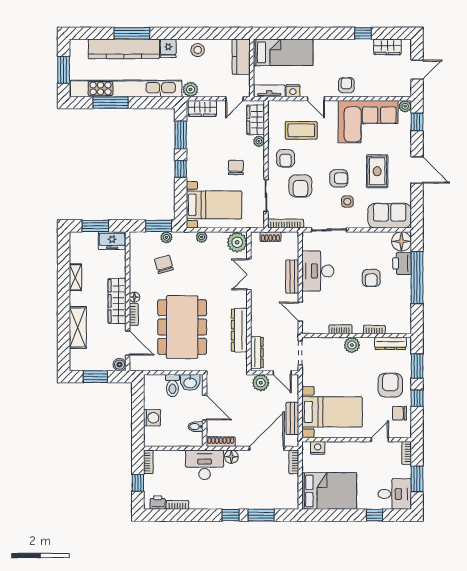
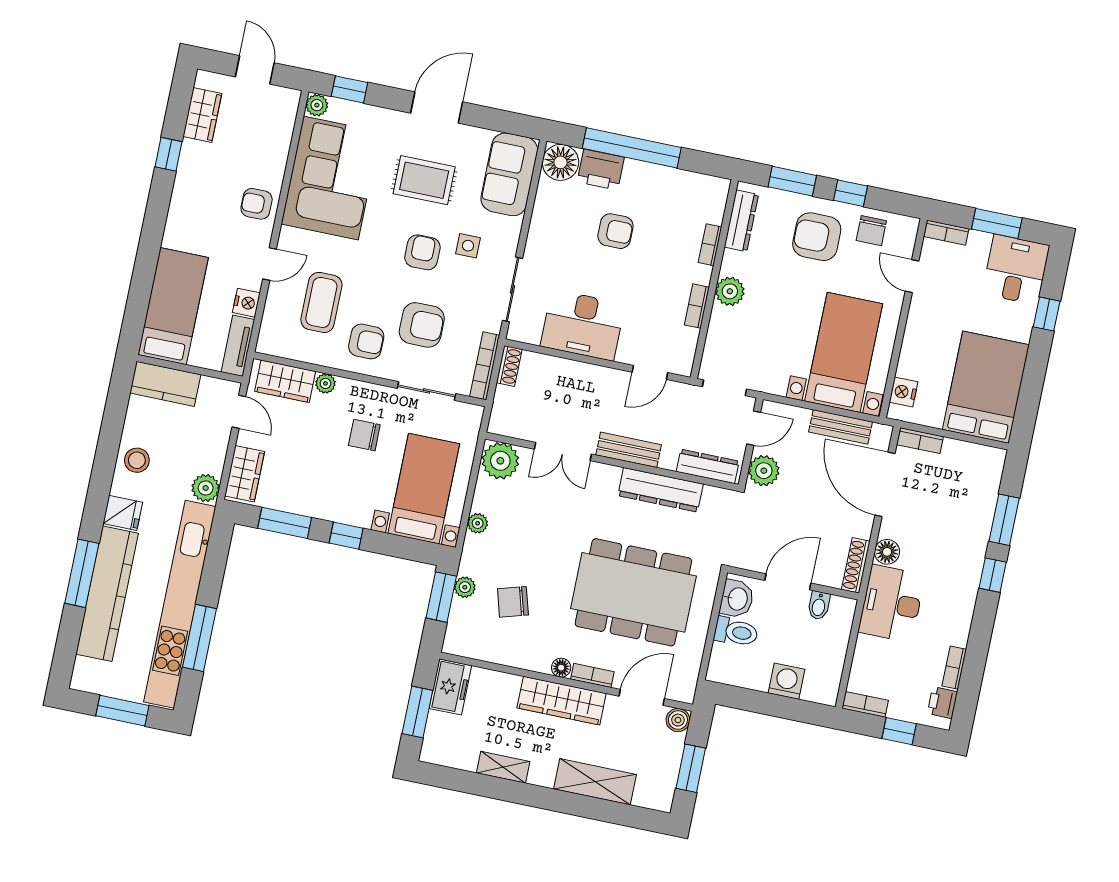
shoe rack: (270, 237) -> (509, 366), moved
bench: (292, 277) -> (629, 450), moved

